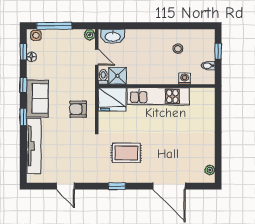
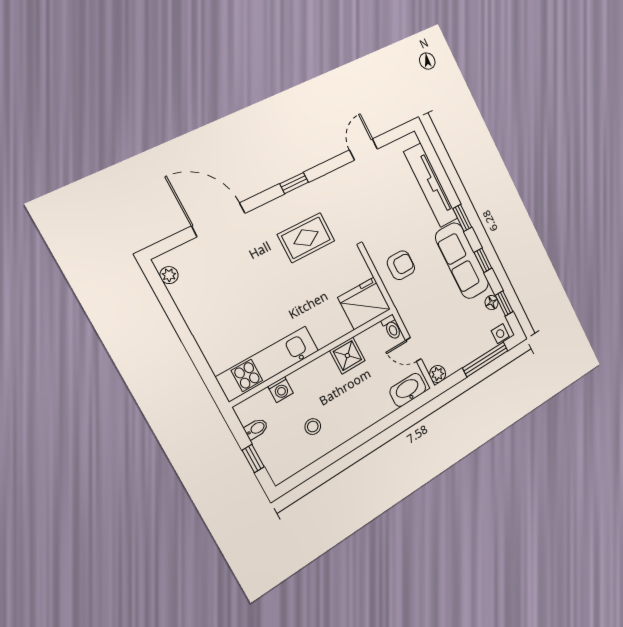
shower: (117, 76) -> (347, 356), moved
kitchen unit: (158, 96) -> (268, 364), moved
sofa: (37, 98) -> (462, 261), width x1.36
door: (65, 186) -> (364, 149), hinge flipped

